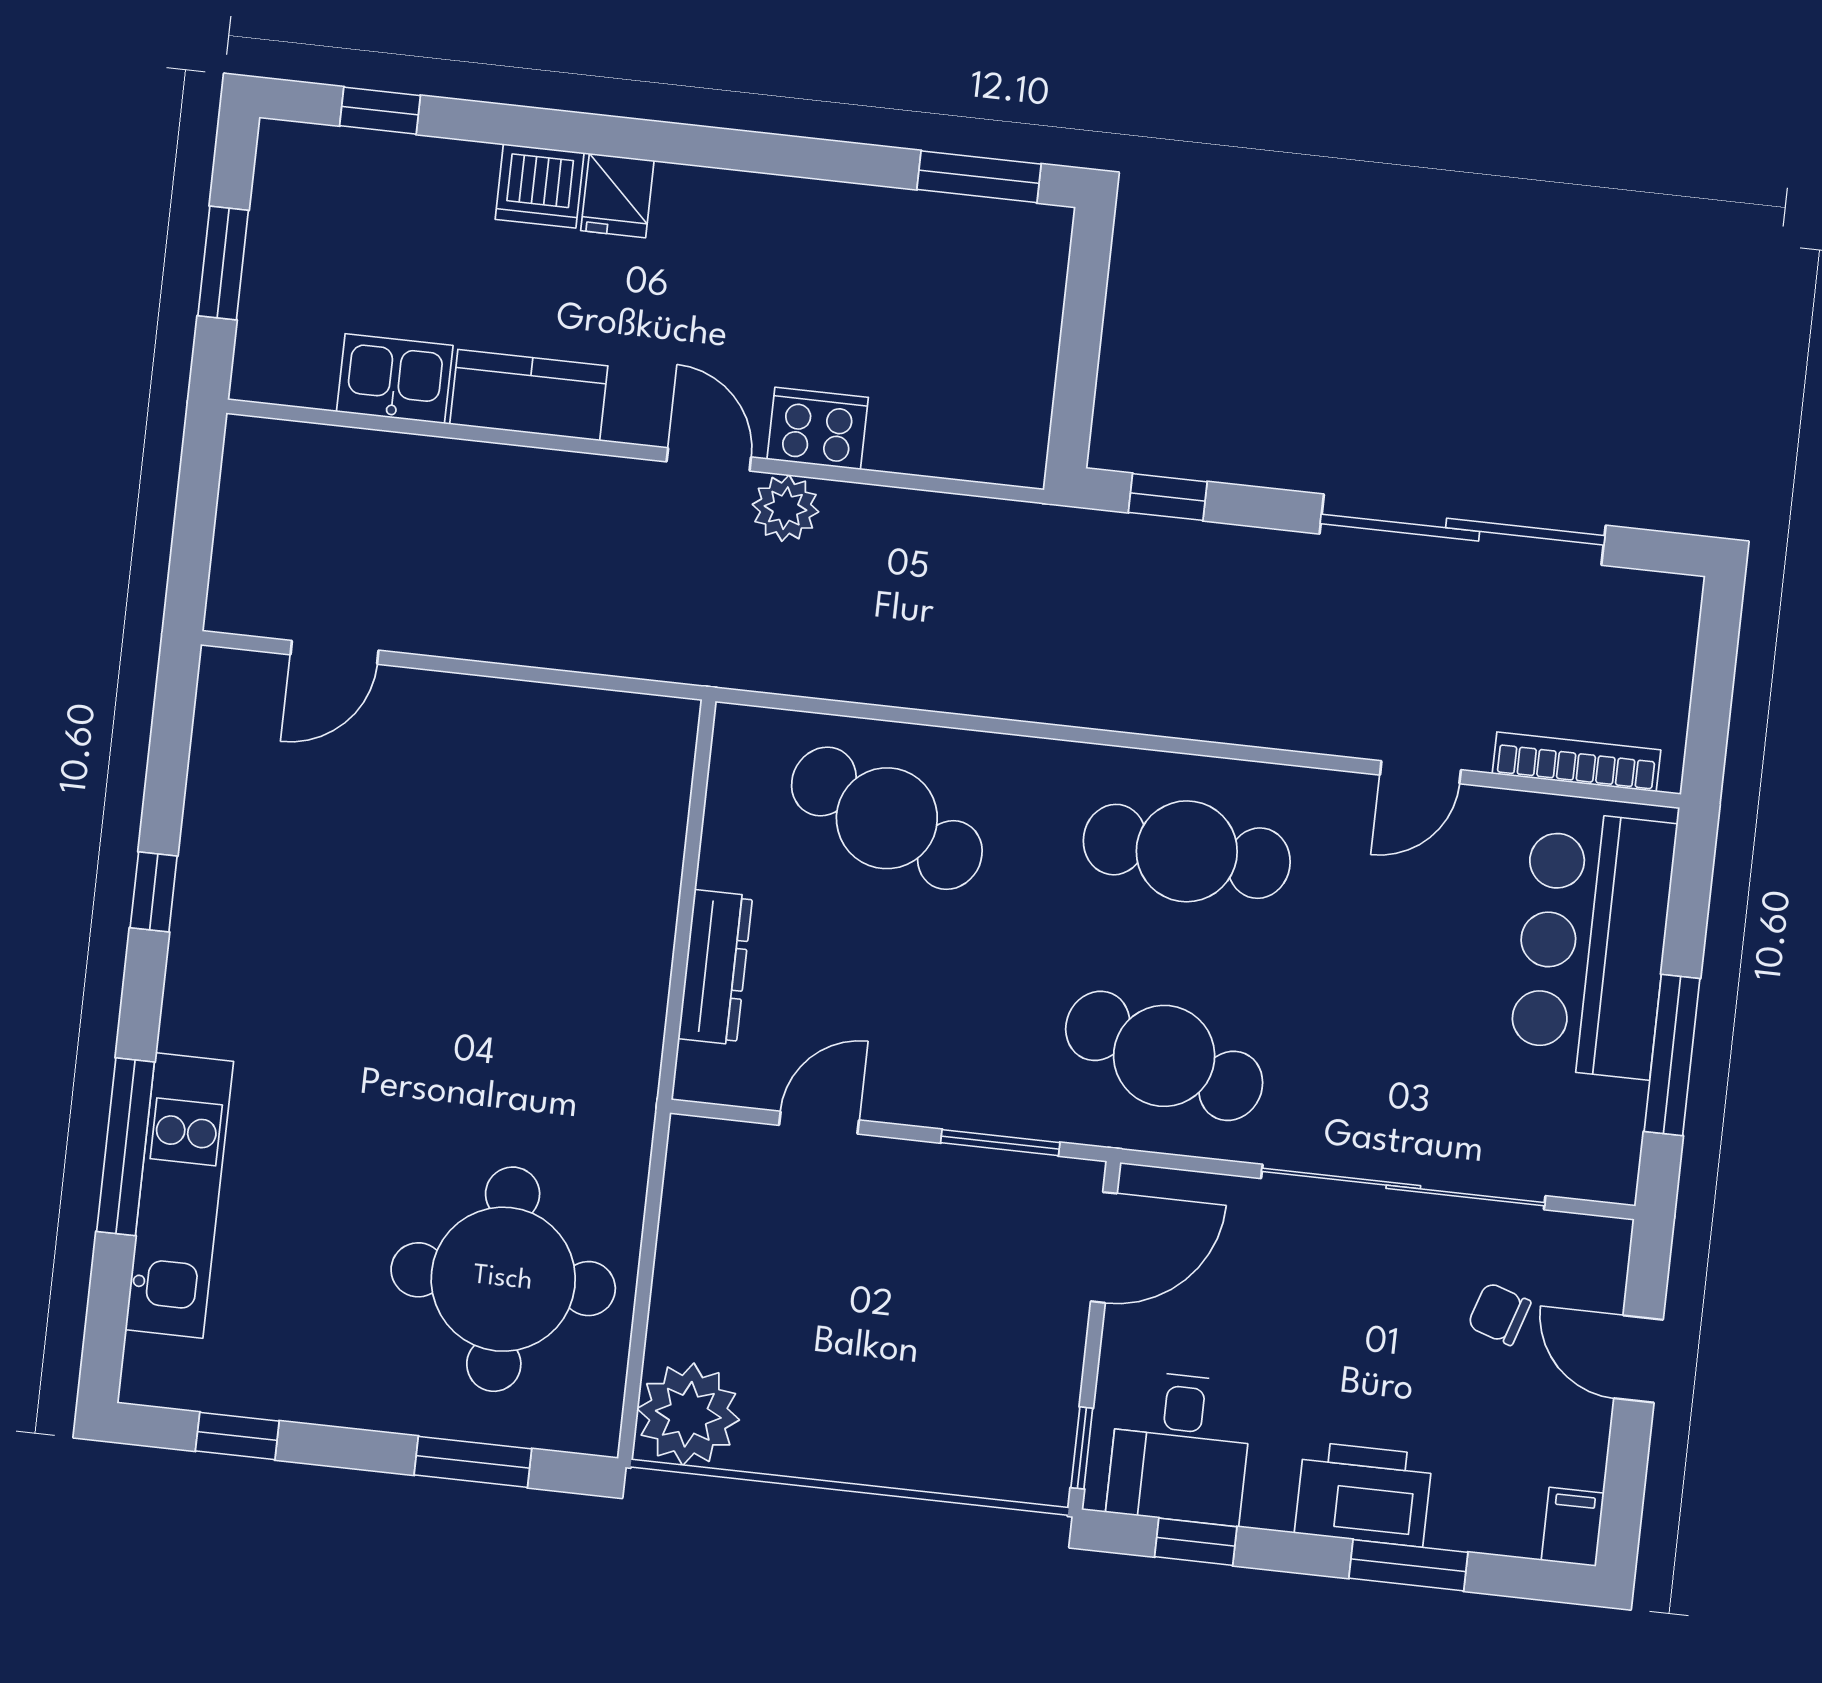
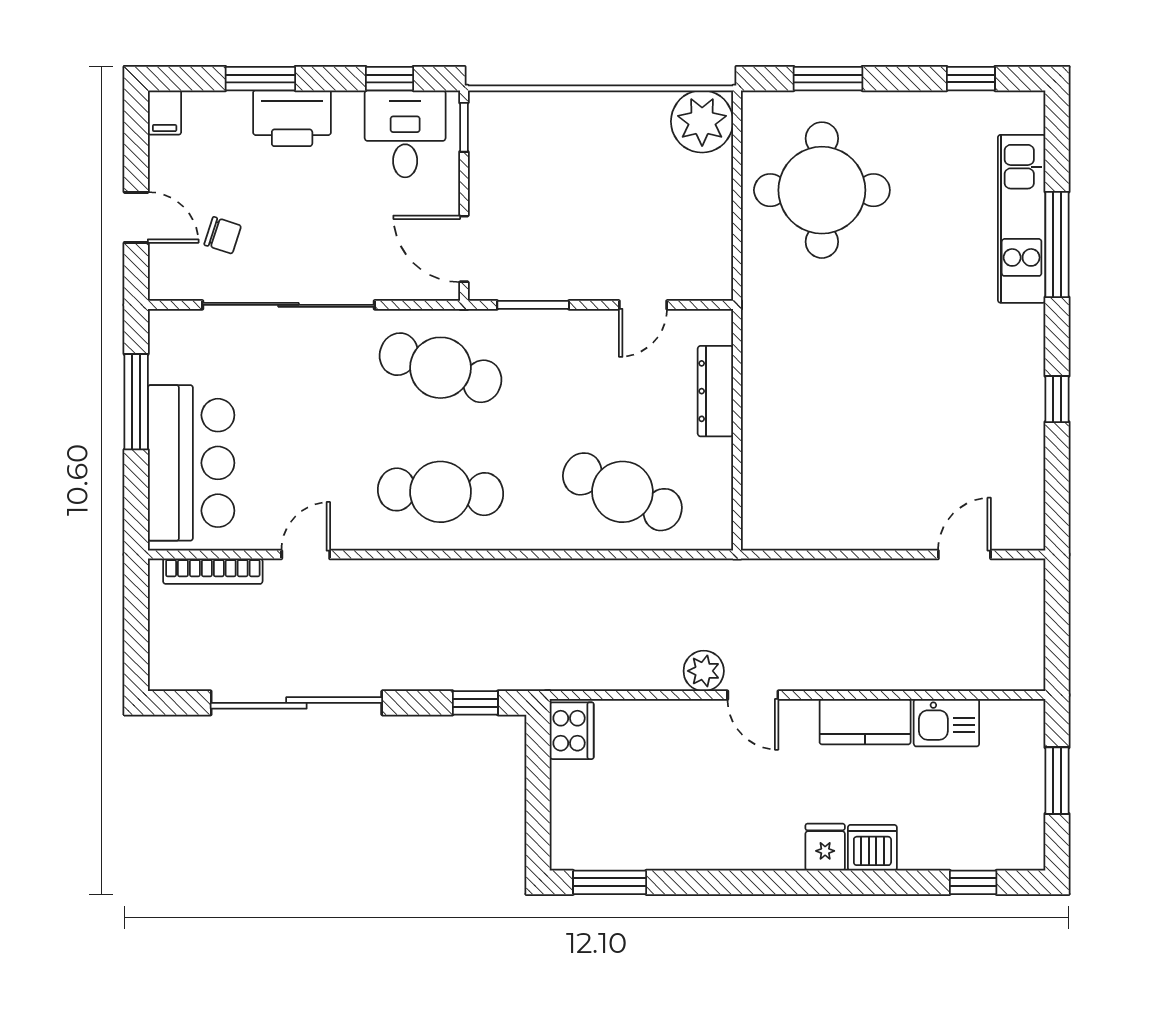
cooker: (818, 428) -> (572, 731), moved, turned -90
door: (1104, 1247) -> (464, 249), hinge flipped

